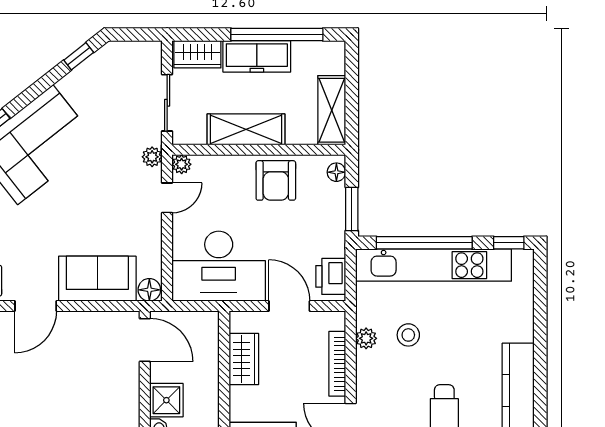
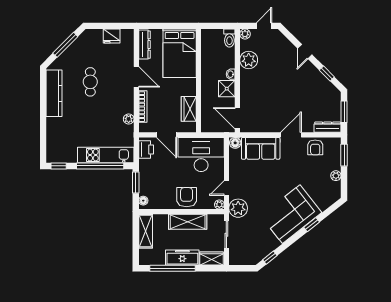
plant: (152, 157) -> (238, 208), width x1.87, depth x1.87
armchair: (276, 180) -> (187, 197), moved
kitchen unit: (433, 265) -> (106, 155), width x0.73
stool: (408, 335) -> (108, 121), removed

